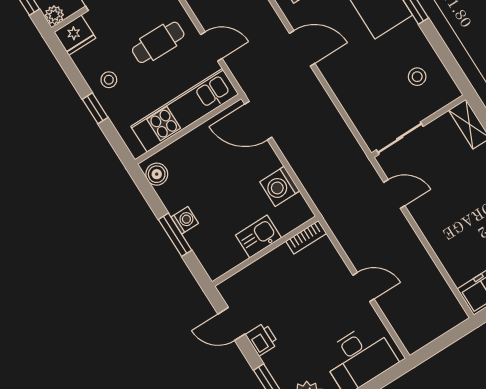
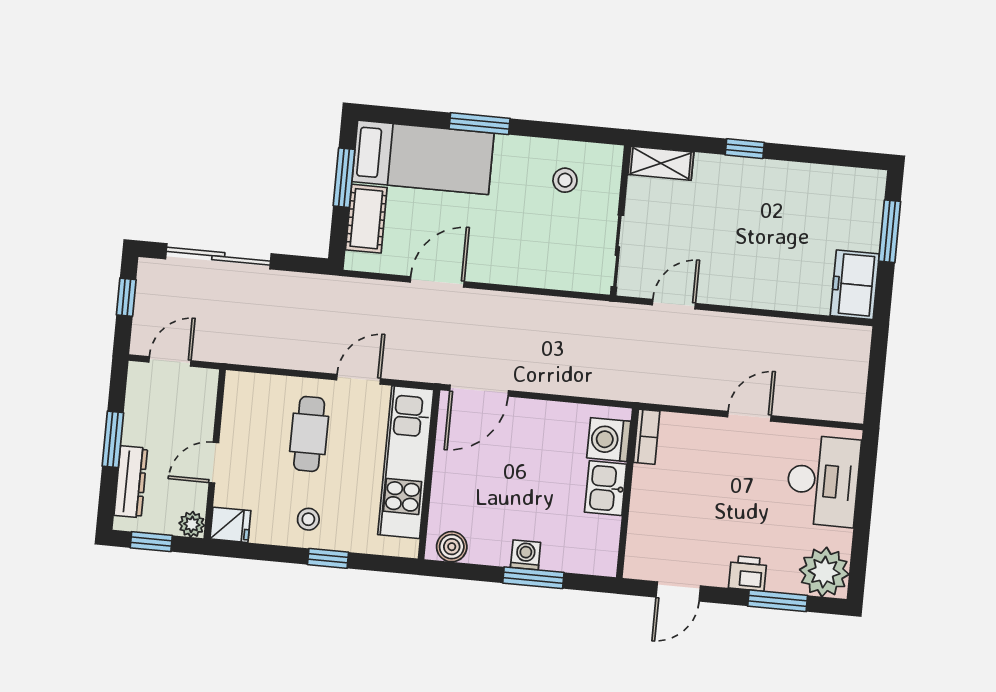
fridge: (75, 35) -> (230, 525), width x0.72
washing machine: (280, 186) -> (609, 440), moved, turned 90
printer: (262, 339) -> (748, 573), moved

